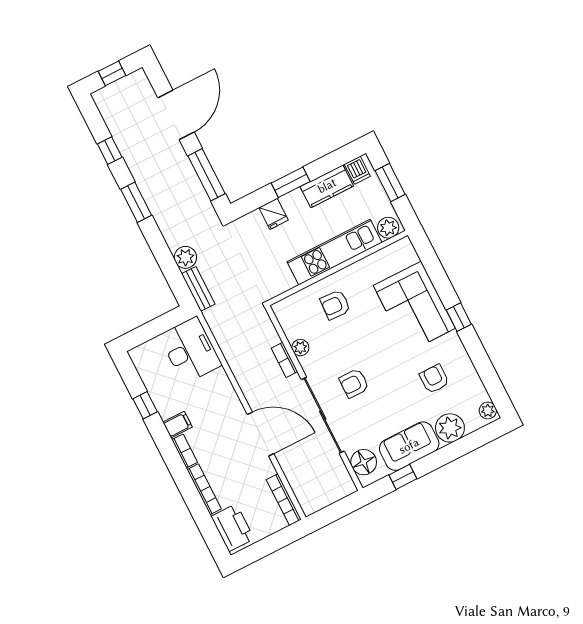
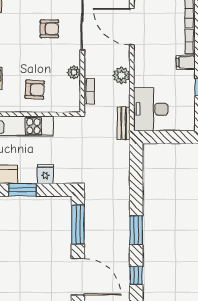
door: (176, 115) -> (78, 277), swing flipped
plant: (185, 257) -> (121, 75), moved
bench: (198, 289) -> (124, 123), moved
bookcase: (284, 360) -> (89, 91), moved

